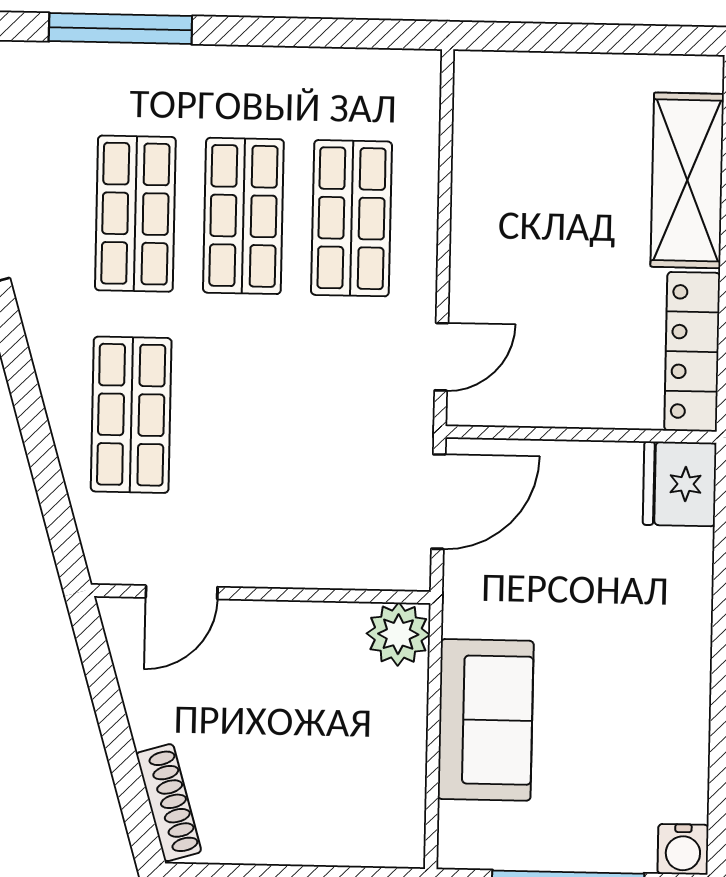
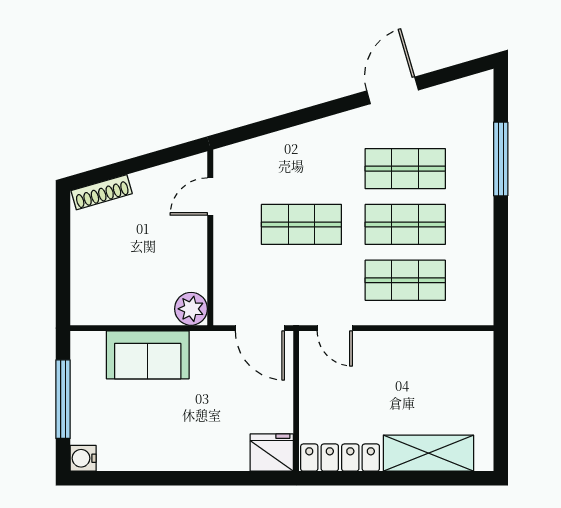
shop shelf: (131, 415) -> (301, 224), moved
door: (182, 592) -> (210, 197), hinge flipped

